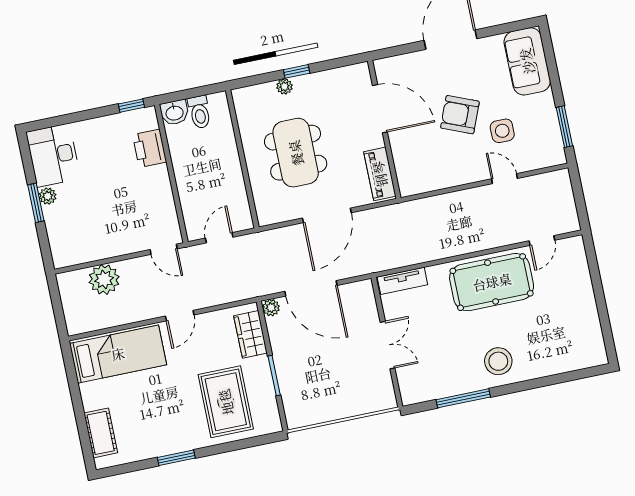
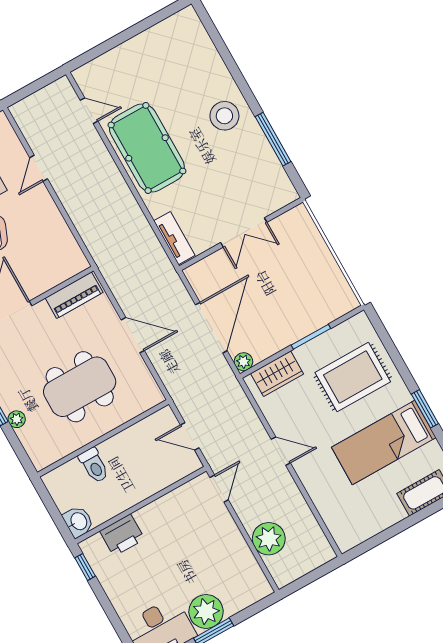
toilet: (199, 112) -> (94, 465), moved, turned 90
plant: (48, 196) -> (206, 611), width x1.88, depth x1.88
door: (327, 215) -> (133, 335), width x0.73
double door: (388, 345) -> (244, 232), swing flipped
bed: (118, 354) -> (384, 442), moved, turned -90

